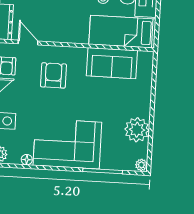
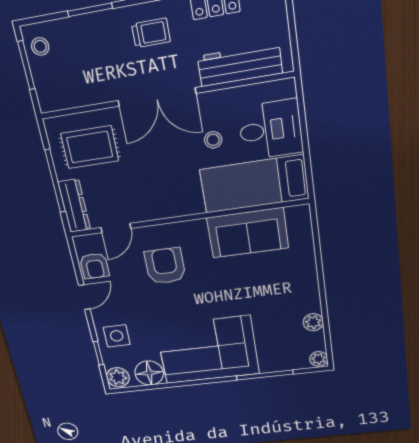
door: (28, 42) -> (116, 228), swing flipped
plant: (137, 130) -> (313, 322), width x0.53, depth x0.53
floor lamp: (27, 160) -> (149, 373), width x1.89, depth x1.89

